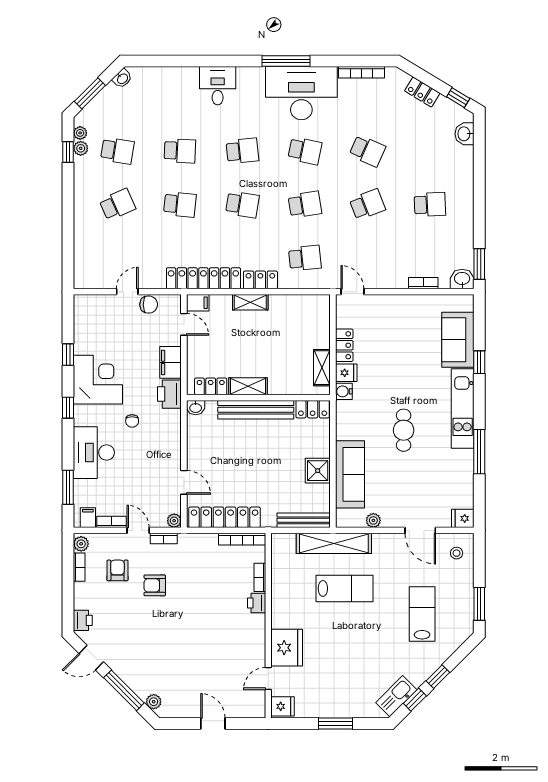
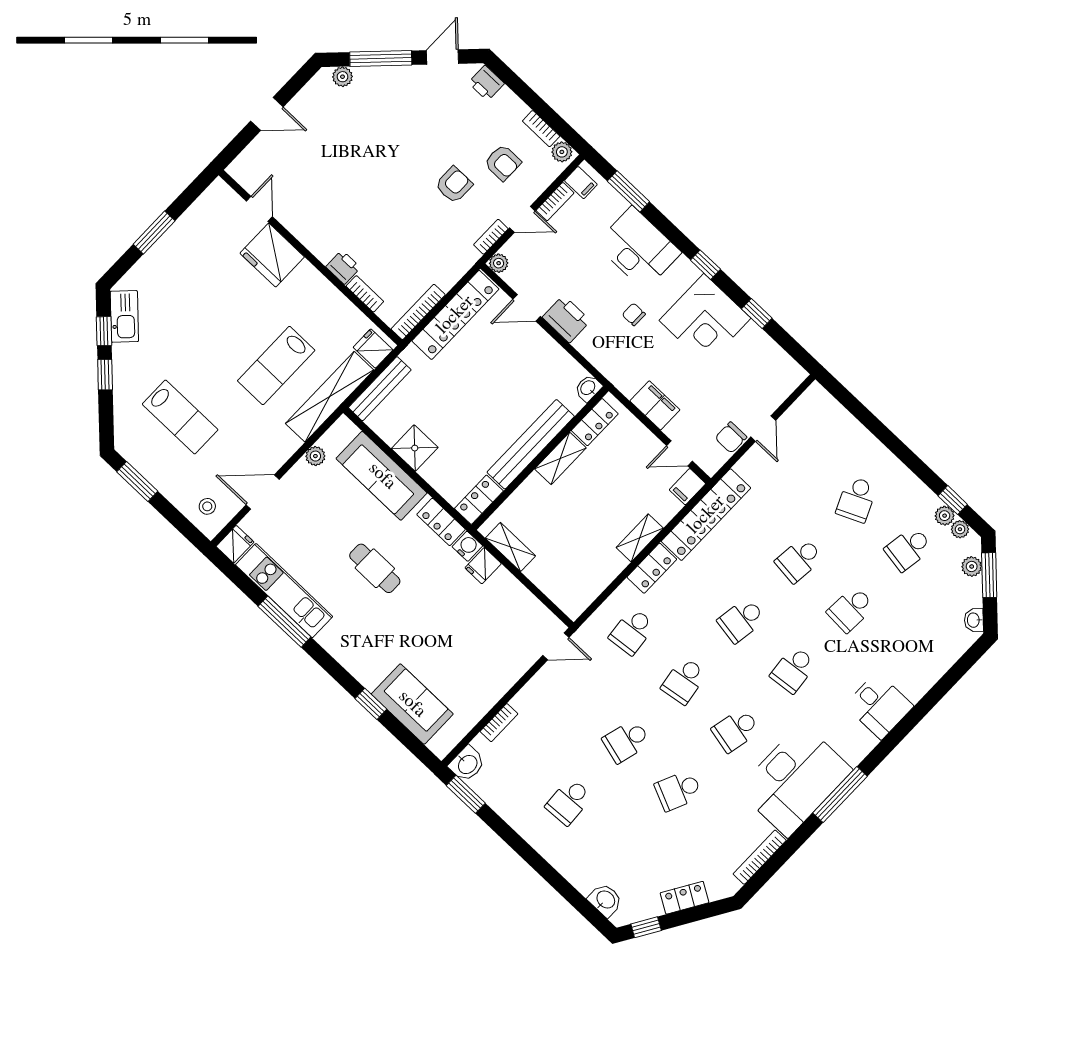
plant: (94, 107) -> (972, 566), added
school desk: (367, 204) -> (626, 741), turned 36
locker: (344, 345) -> (441, 522), moved
printer: (169, 394) -> (566, 319), moved
kitchen unit: (463, 409) -> (284, 591), moved
fridge: (283, 706) -> (373, 349), moved, turned 90

